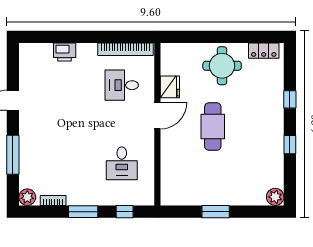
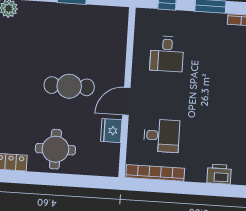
cafe table: (213, 127) -> (69, 86), turned 90
desk: (122, 163) -> (167, 54), turned 180

